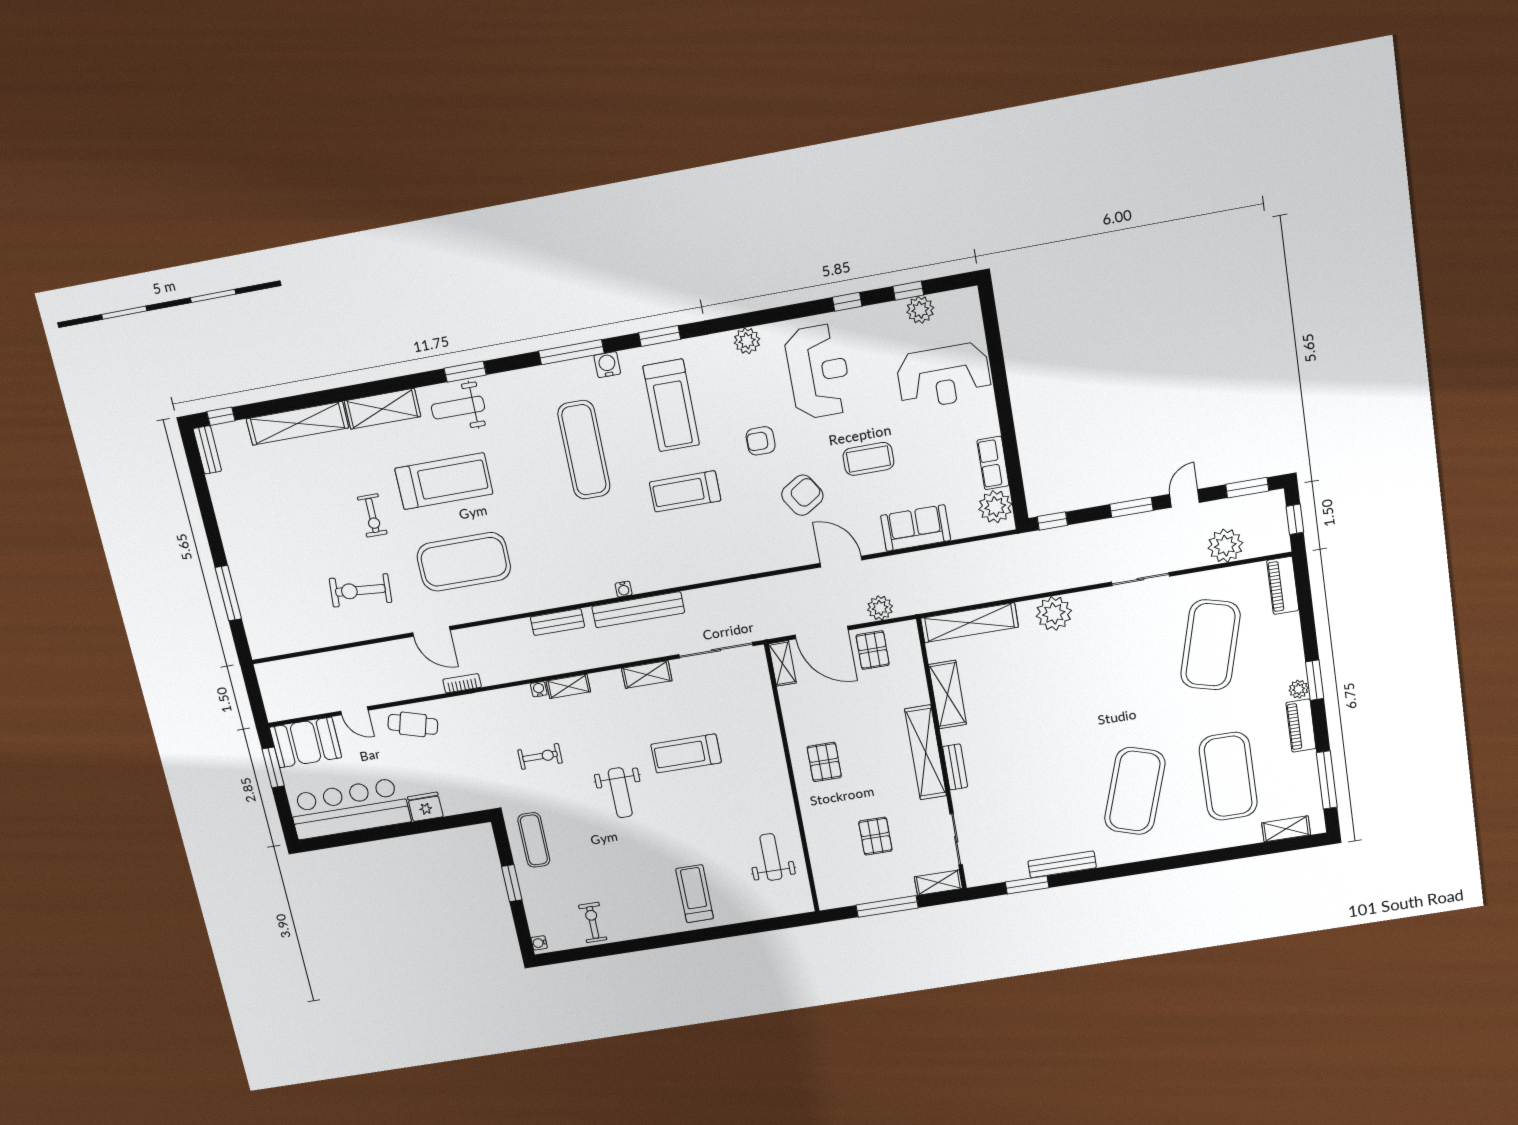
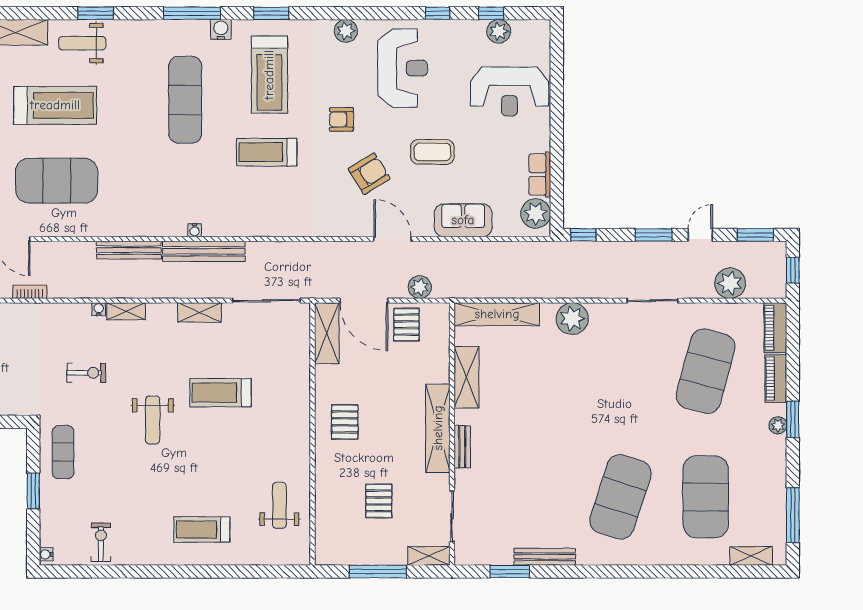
bench: (557, 622) -> (129, 250), width x1.36
shelving: (782, 663) -> (327, 333), width x1.50, depth x1.33
piano: (1301, 726) -> (776, 379), moved
treadmill: (695, 894) -> (202, 530), turned -90

